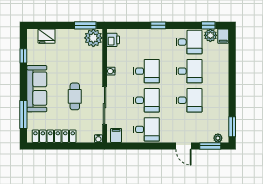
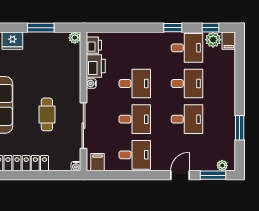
window: (85, 25) -> (41, 28), moved
window: (158, 25) -> (173, 28), moved
plant: (93, 38) -> (75, 38), width x0.53, depth x0.53
printer: (115, 57) -> (96, 66), added
window: (232, 127) -> (240, 128), moved
door: (183, 146) -> (180, 175), swing flipped

